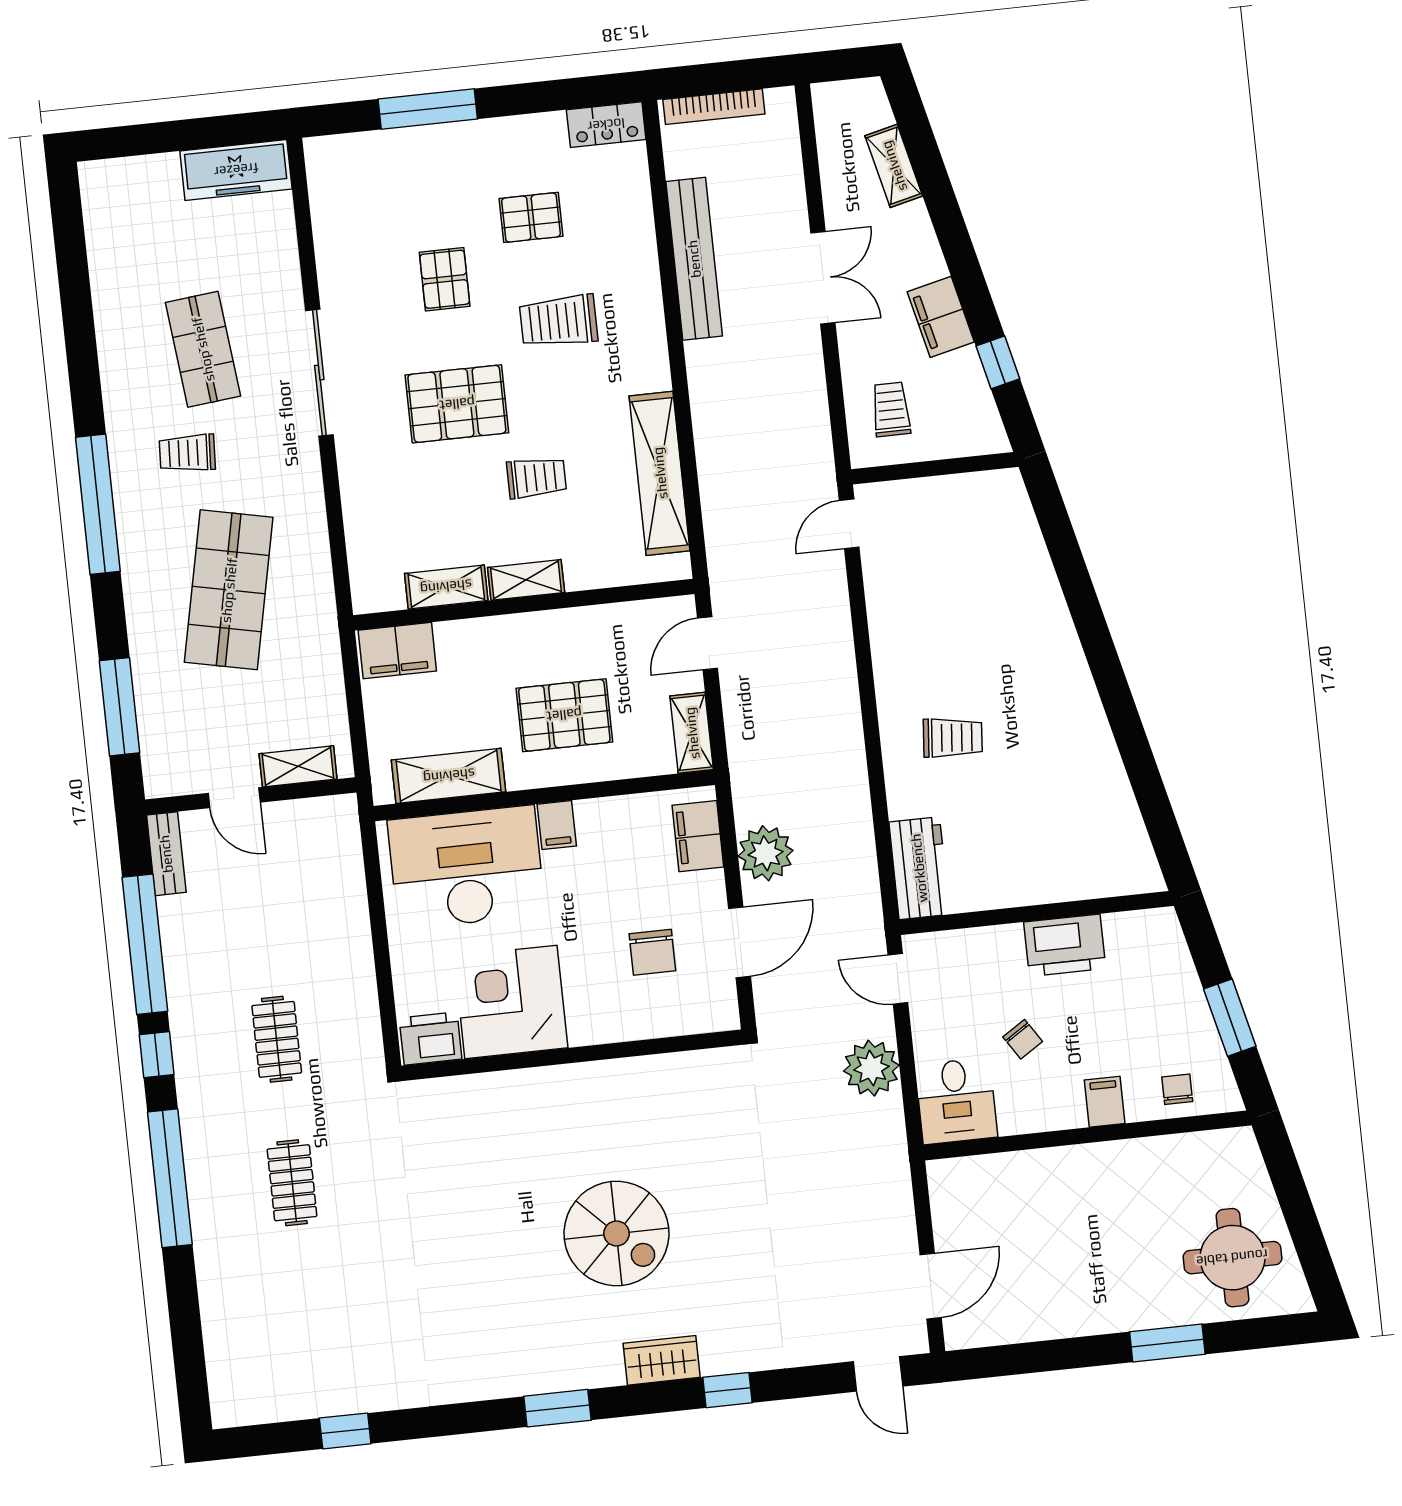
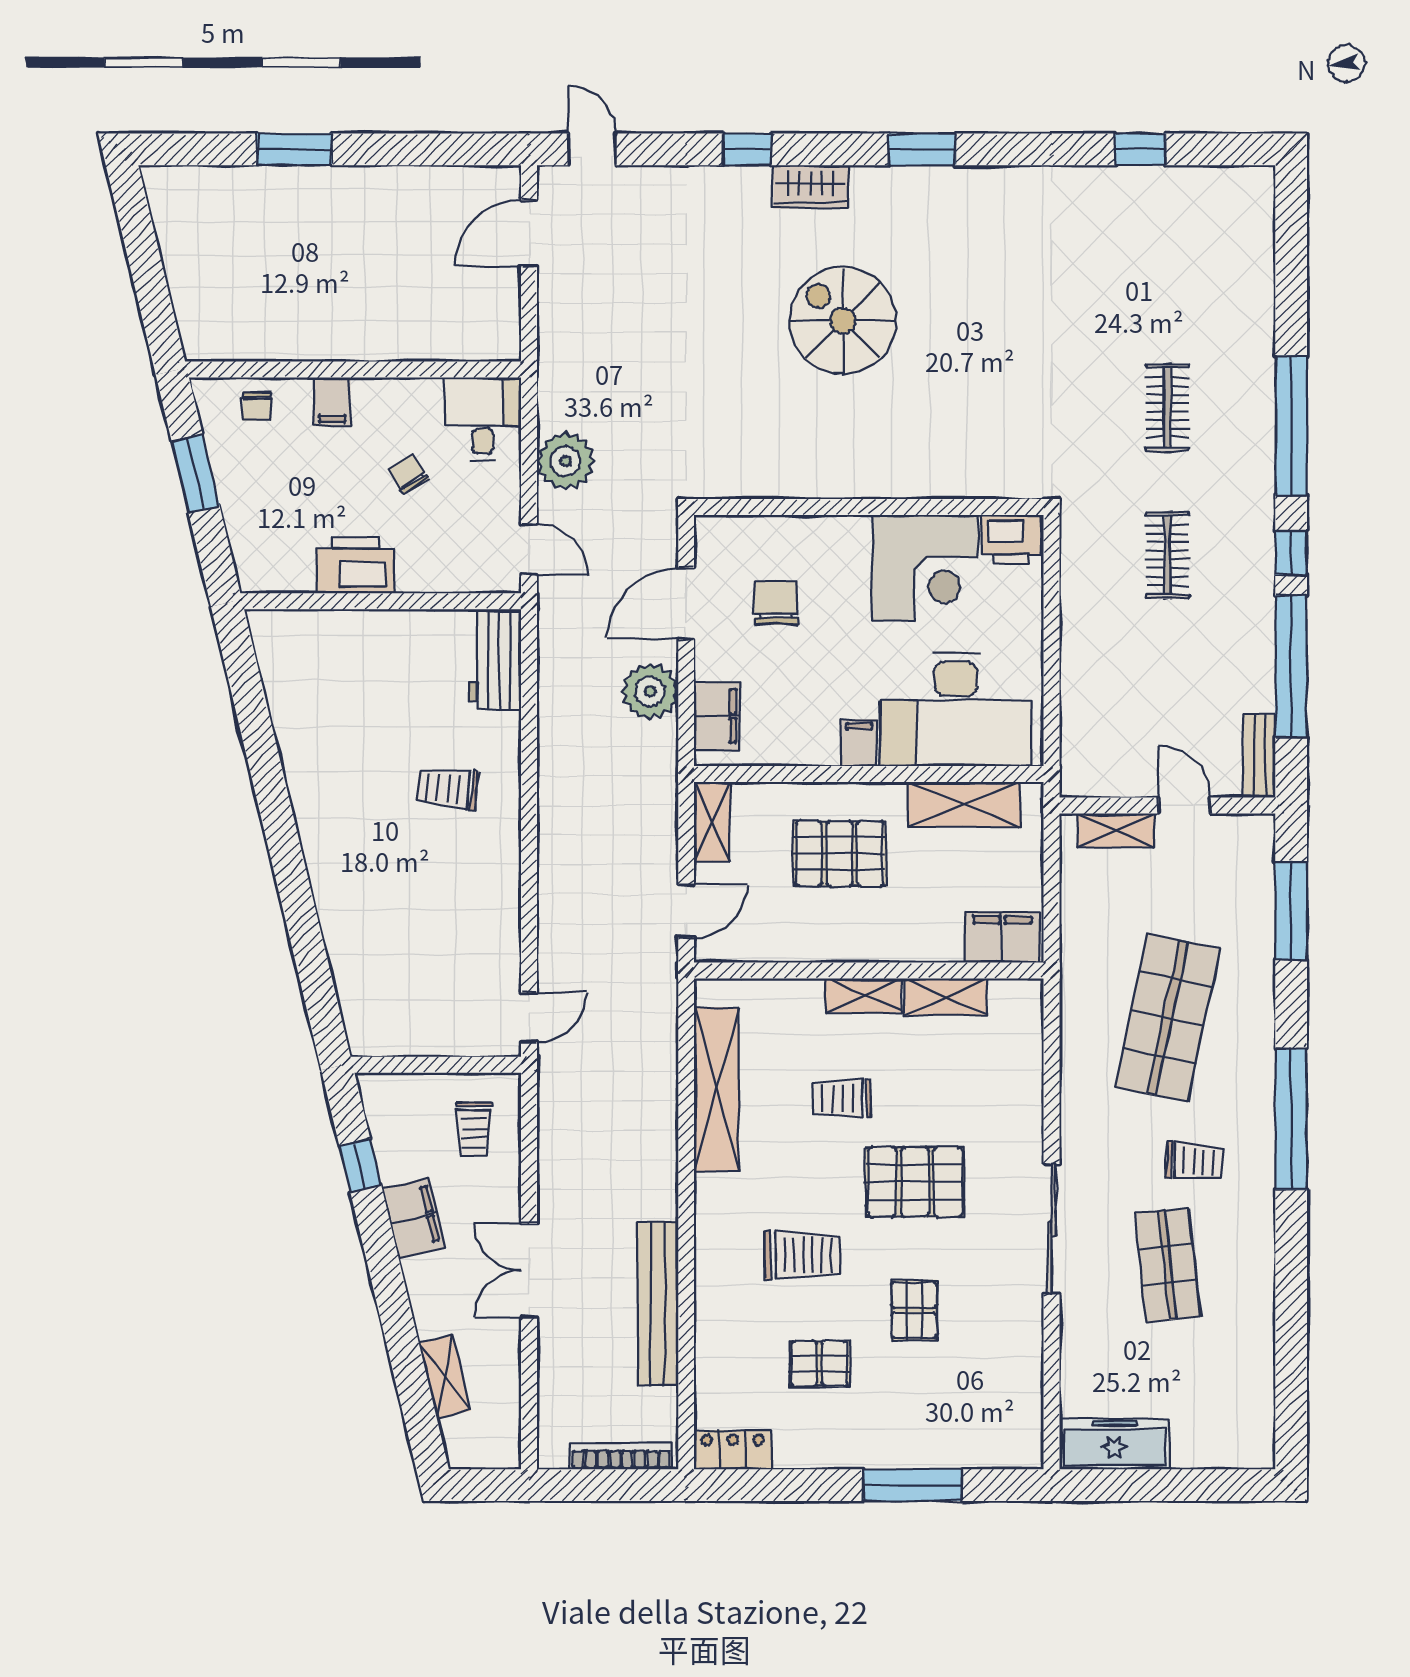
round table: (1232, 1258) -> (219, 229), removed

